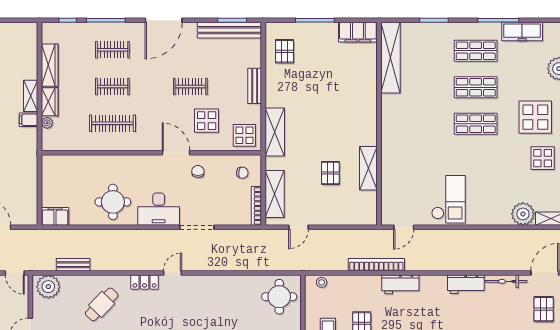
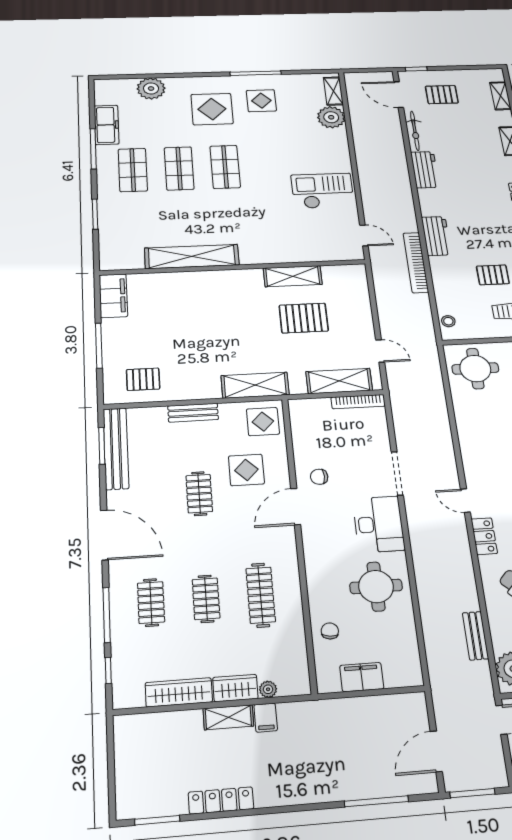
shelving: (391, 58) -> (192, 257), moved
chair: (242, 173) -> (330, 631), moved
pallet: (330, 173) -> (304, 318), width x1.50, depth x1.42
filing cabinet: (55, 216) -> (362, 677), moved, turned 90

